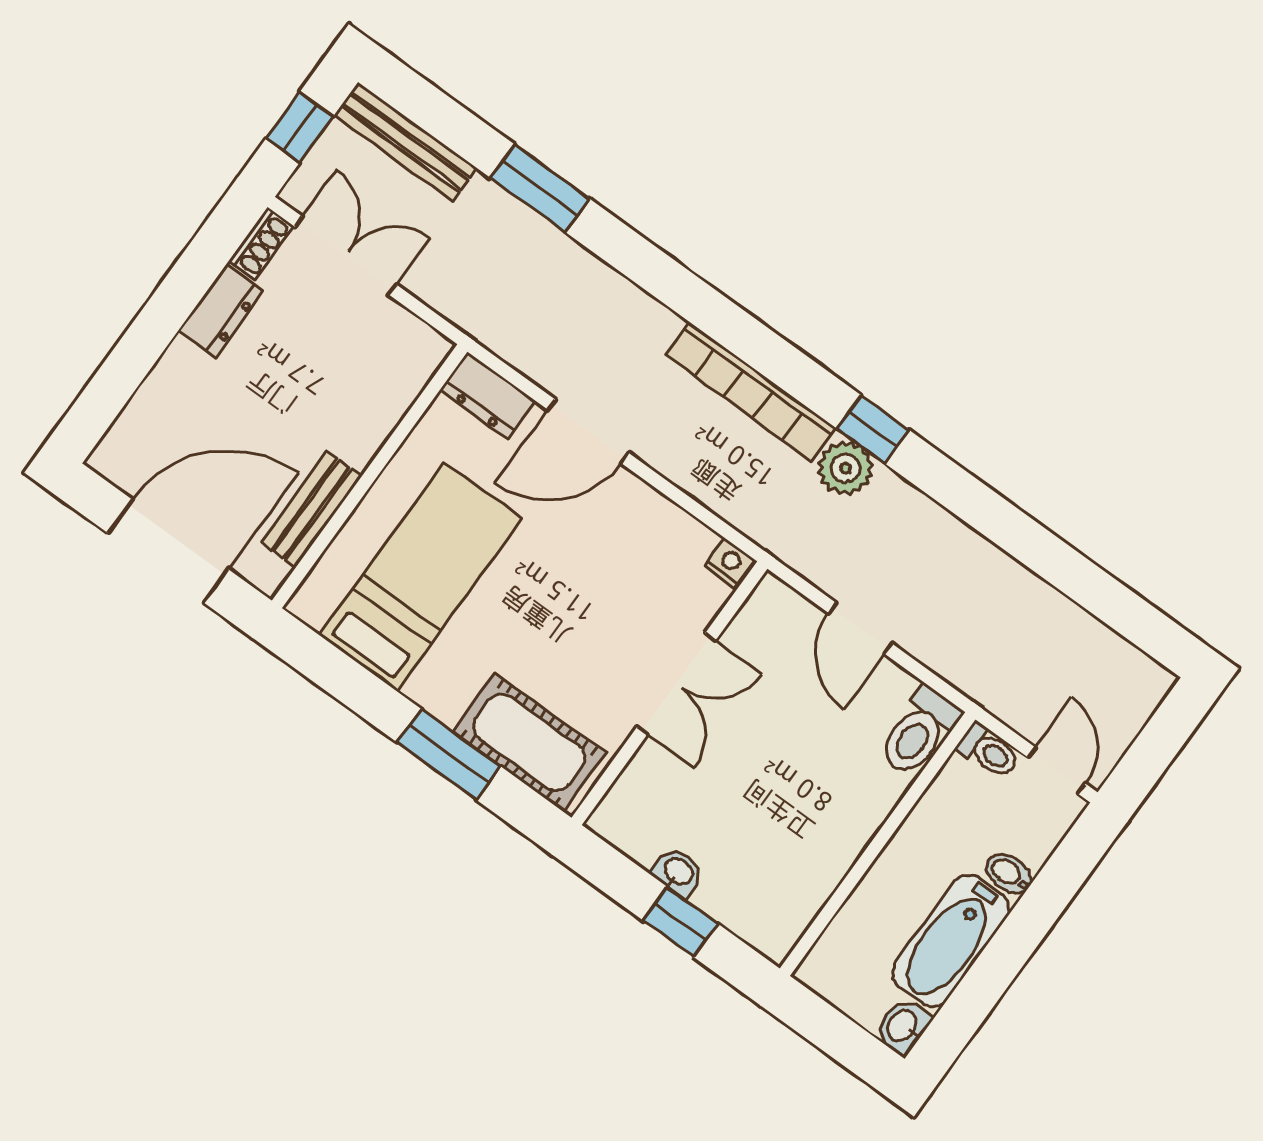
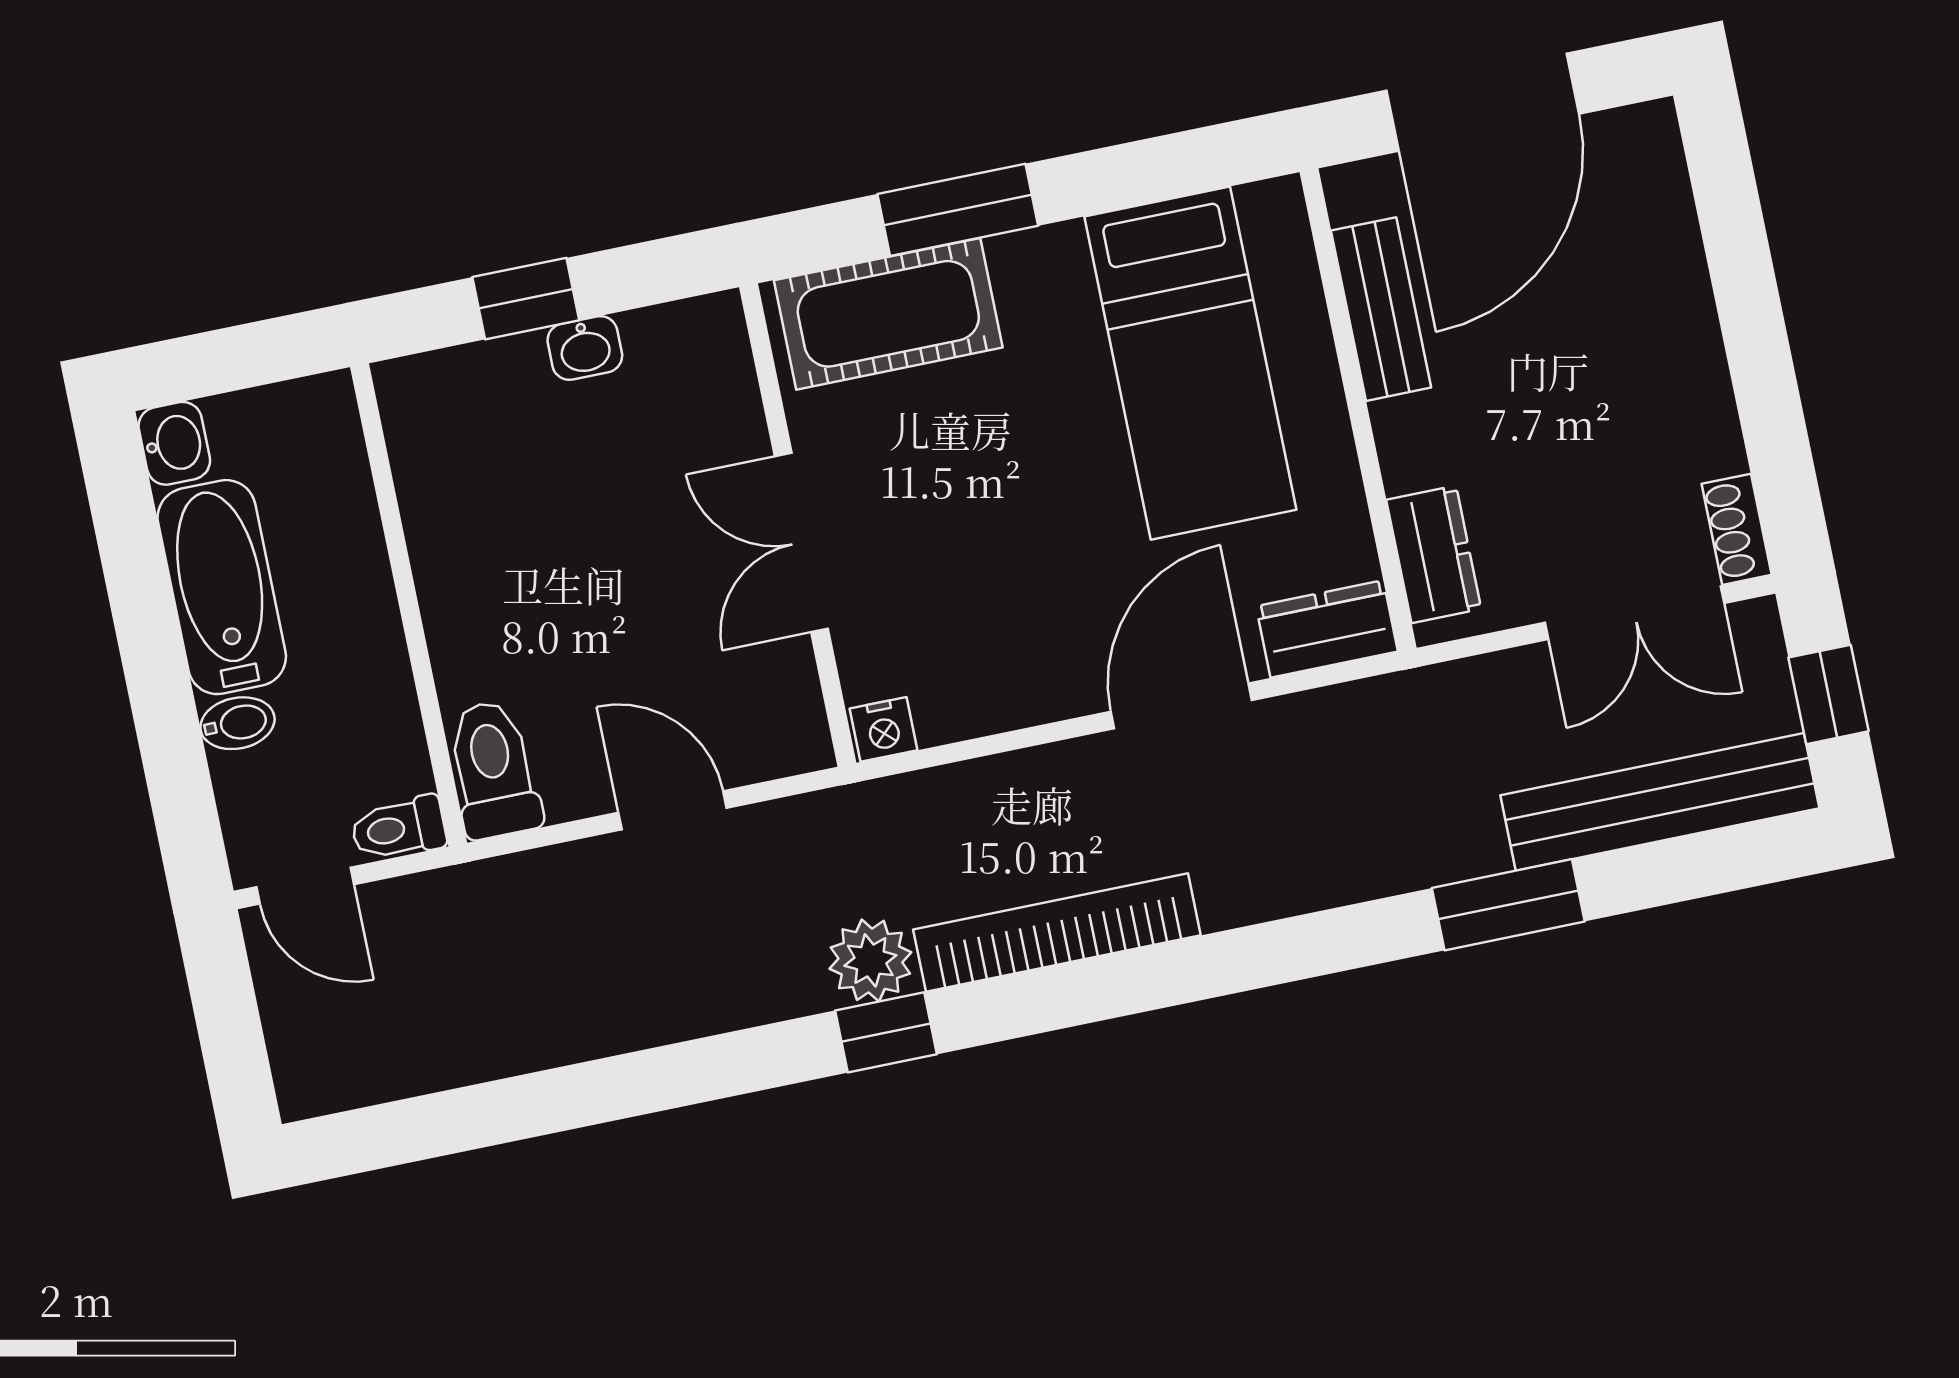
bench: (405, 142) -> (1660, 802), width x1.37, depth x1.21
dresser: (221, 311) -> (1434, 554), moved, turned 180

